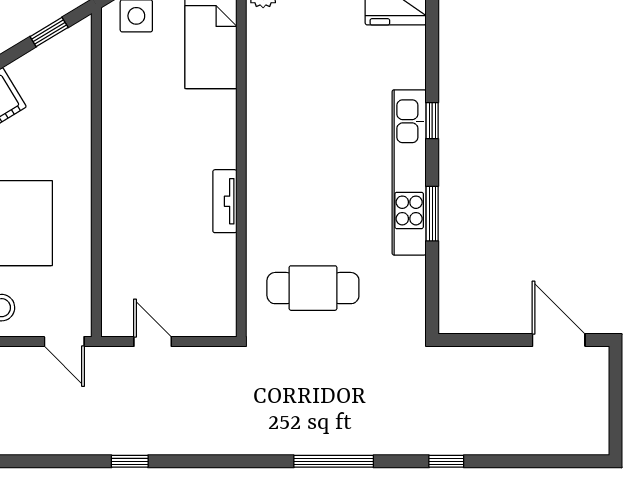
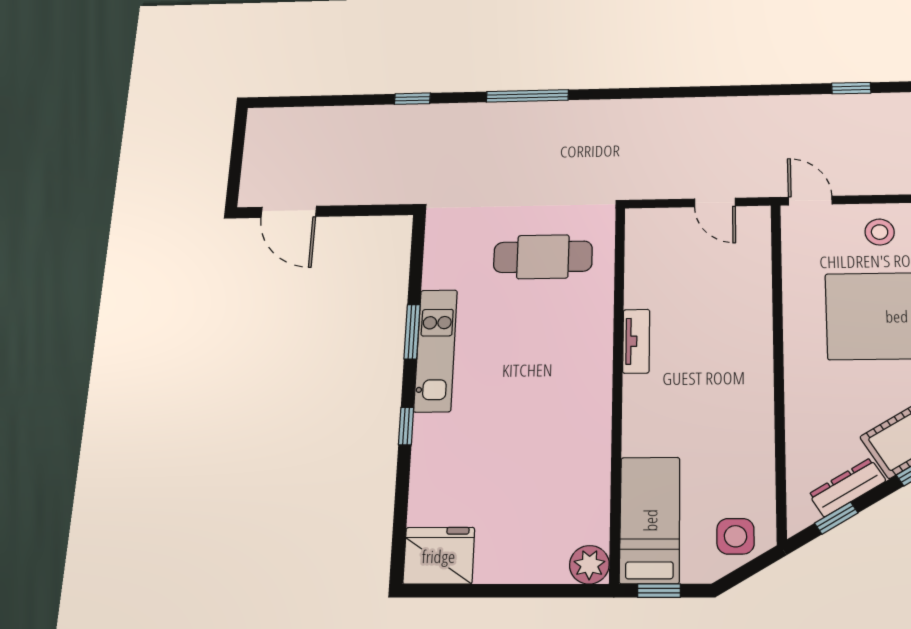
dresser: (39, 60) -> (847, 487), added
kitchen unit: (409, 172) -> (436, 350), width x0.73
window: (130, 461) -> (851, 88), moved

